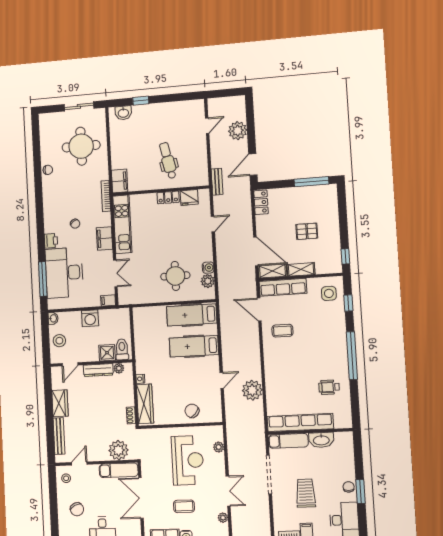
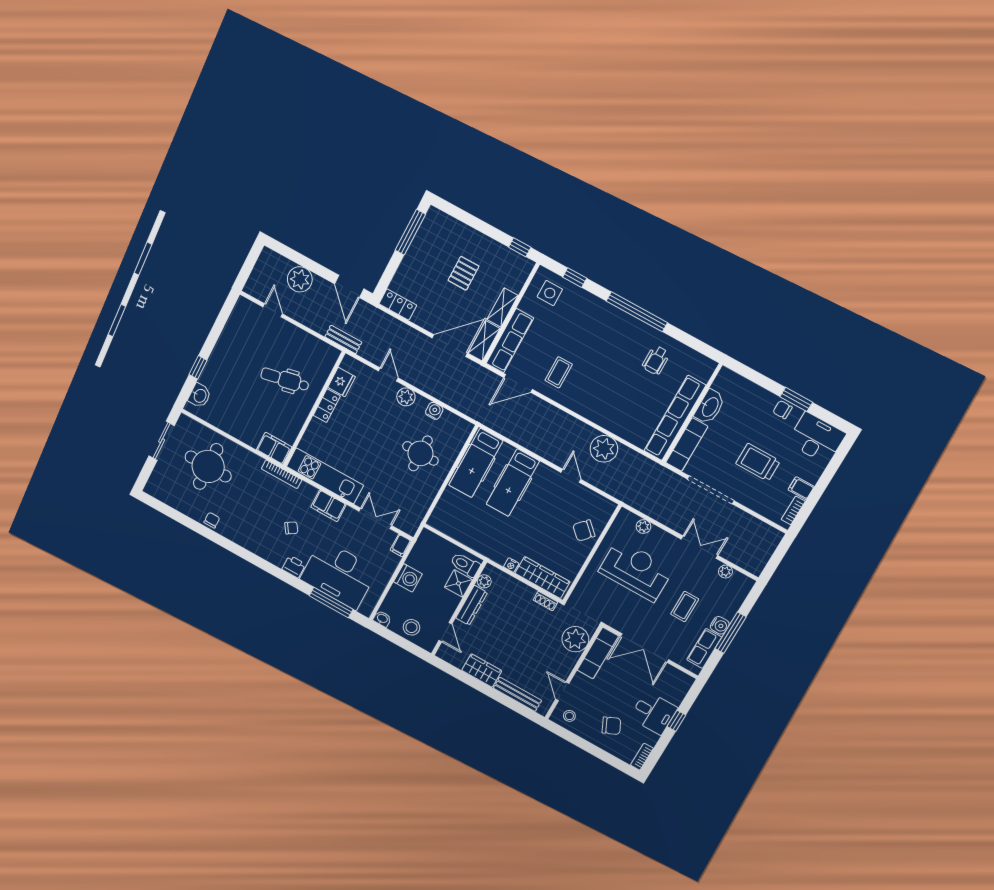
plant: (208, 281) -> (406, 397), moved

